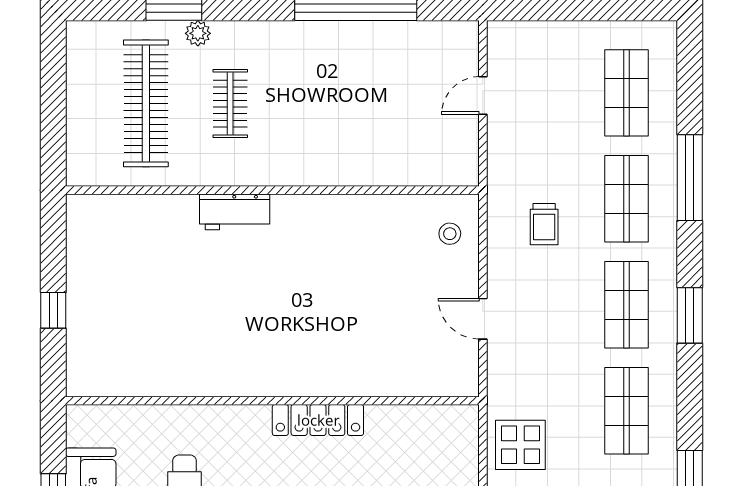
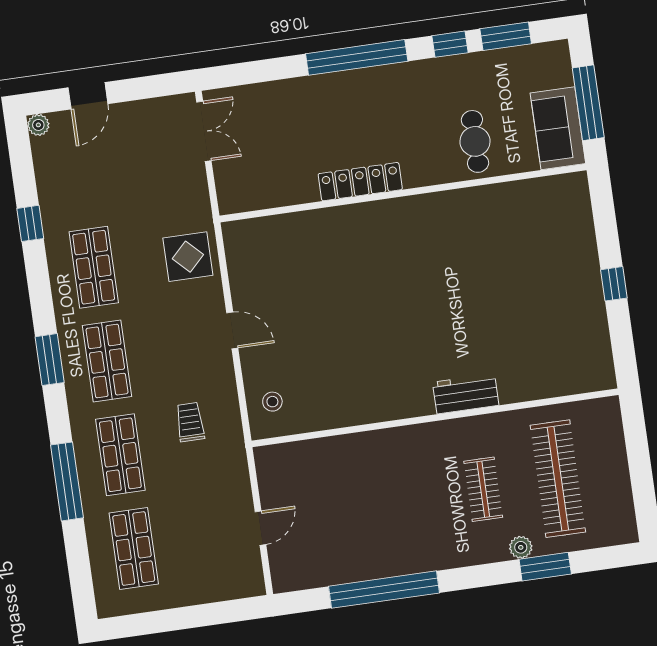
wall: (272, 401) -> (403, 193), moved
locker: (318, 420) -> (360, 182), moved
display table: (520, 445) -> (188, 257), moved

